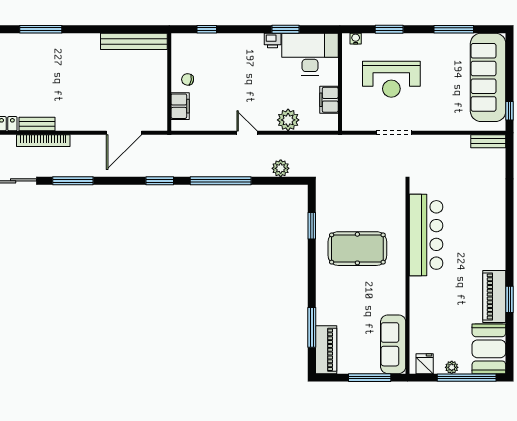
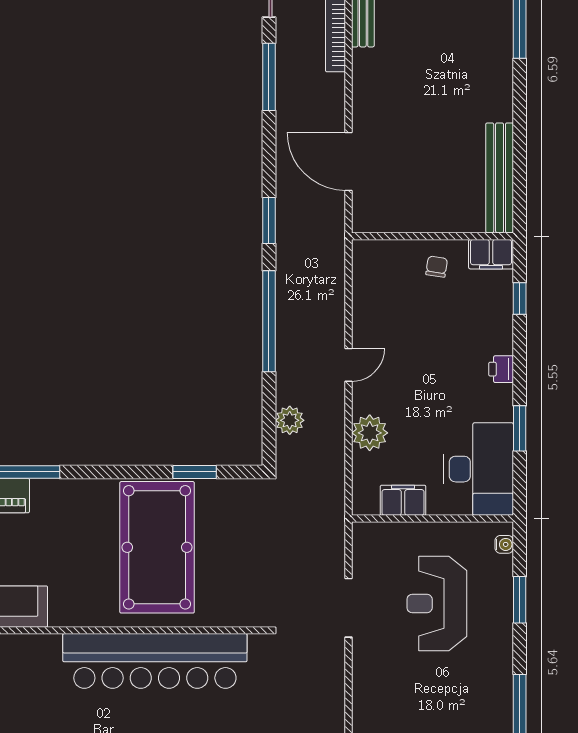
printer: (273, 40) -> (501, 369), moved
filing cabinet: (180, 106) -> (491, 254), moved
bar counter: (426, 235) -> (155, 661), width x1.36
pool table: (357, 249) -> (157, 547), width x1.36, depth x1.32

